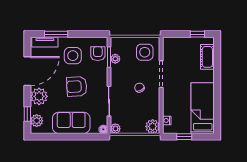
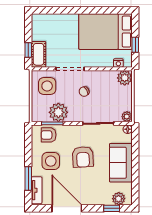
window: (197, 34) -> (28, 50), moved
cot: (207, 57) -> (39, 54), moved, turned 90
plant: (115, 59) -> (58, 112), width x1.88, depth x1.88
plant: (39, 96) -> (93, 196), removed
bed: (203, 108) -> (105, 32), width x1.50

